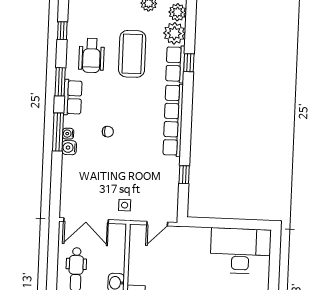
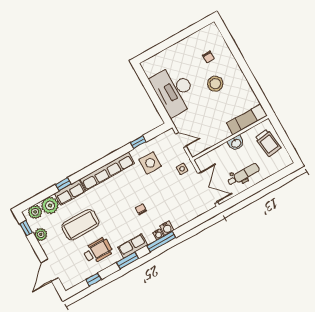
side table: (153, 174) -> (150, 163), added
desk: (240, 251) -> (174, 90), moved

